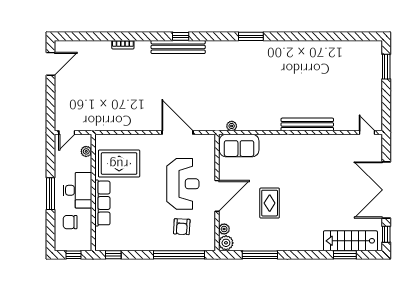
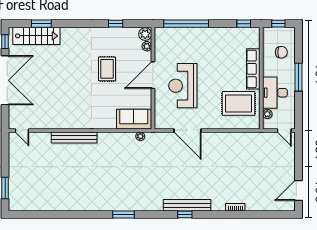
door: (67, 133) -> (284, 130), swing flipped
desk: (78, 190) -> (275, 93), moved
armchair: (182, 227) -> (184, 48), removed
window: (260, 255) -> (116, 24), width x0.46

